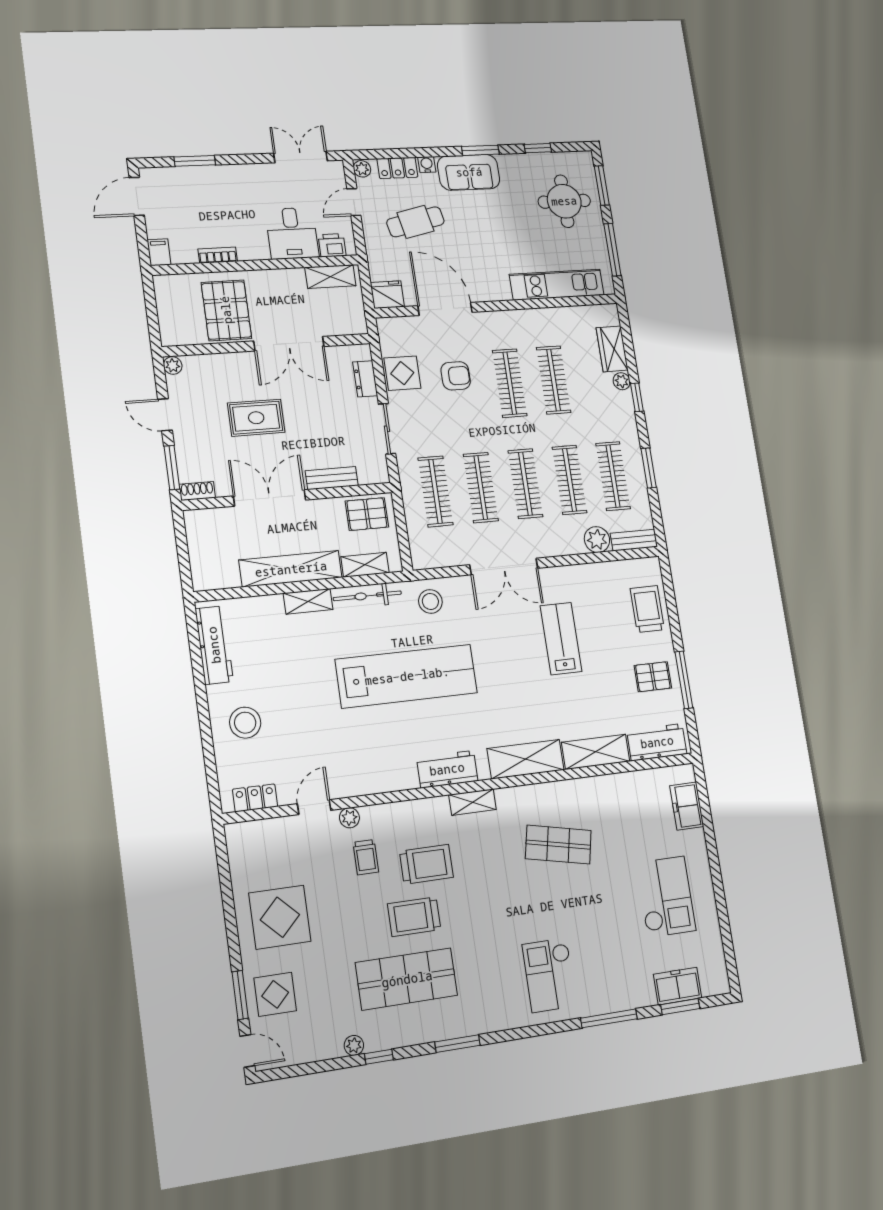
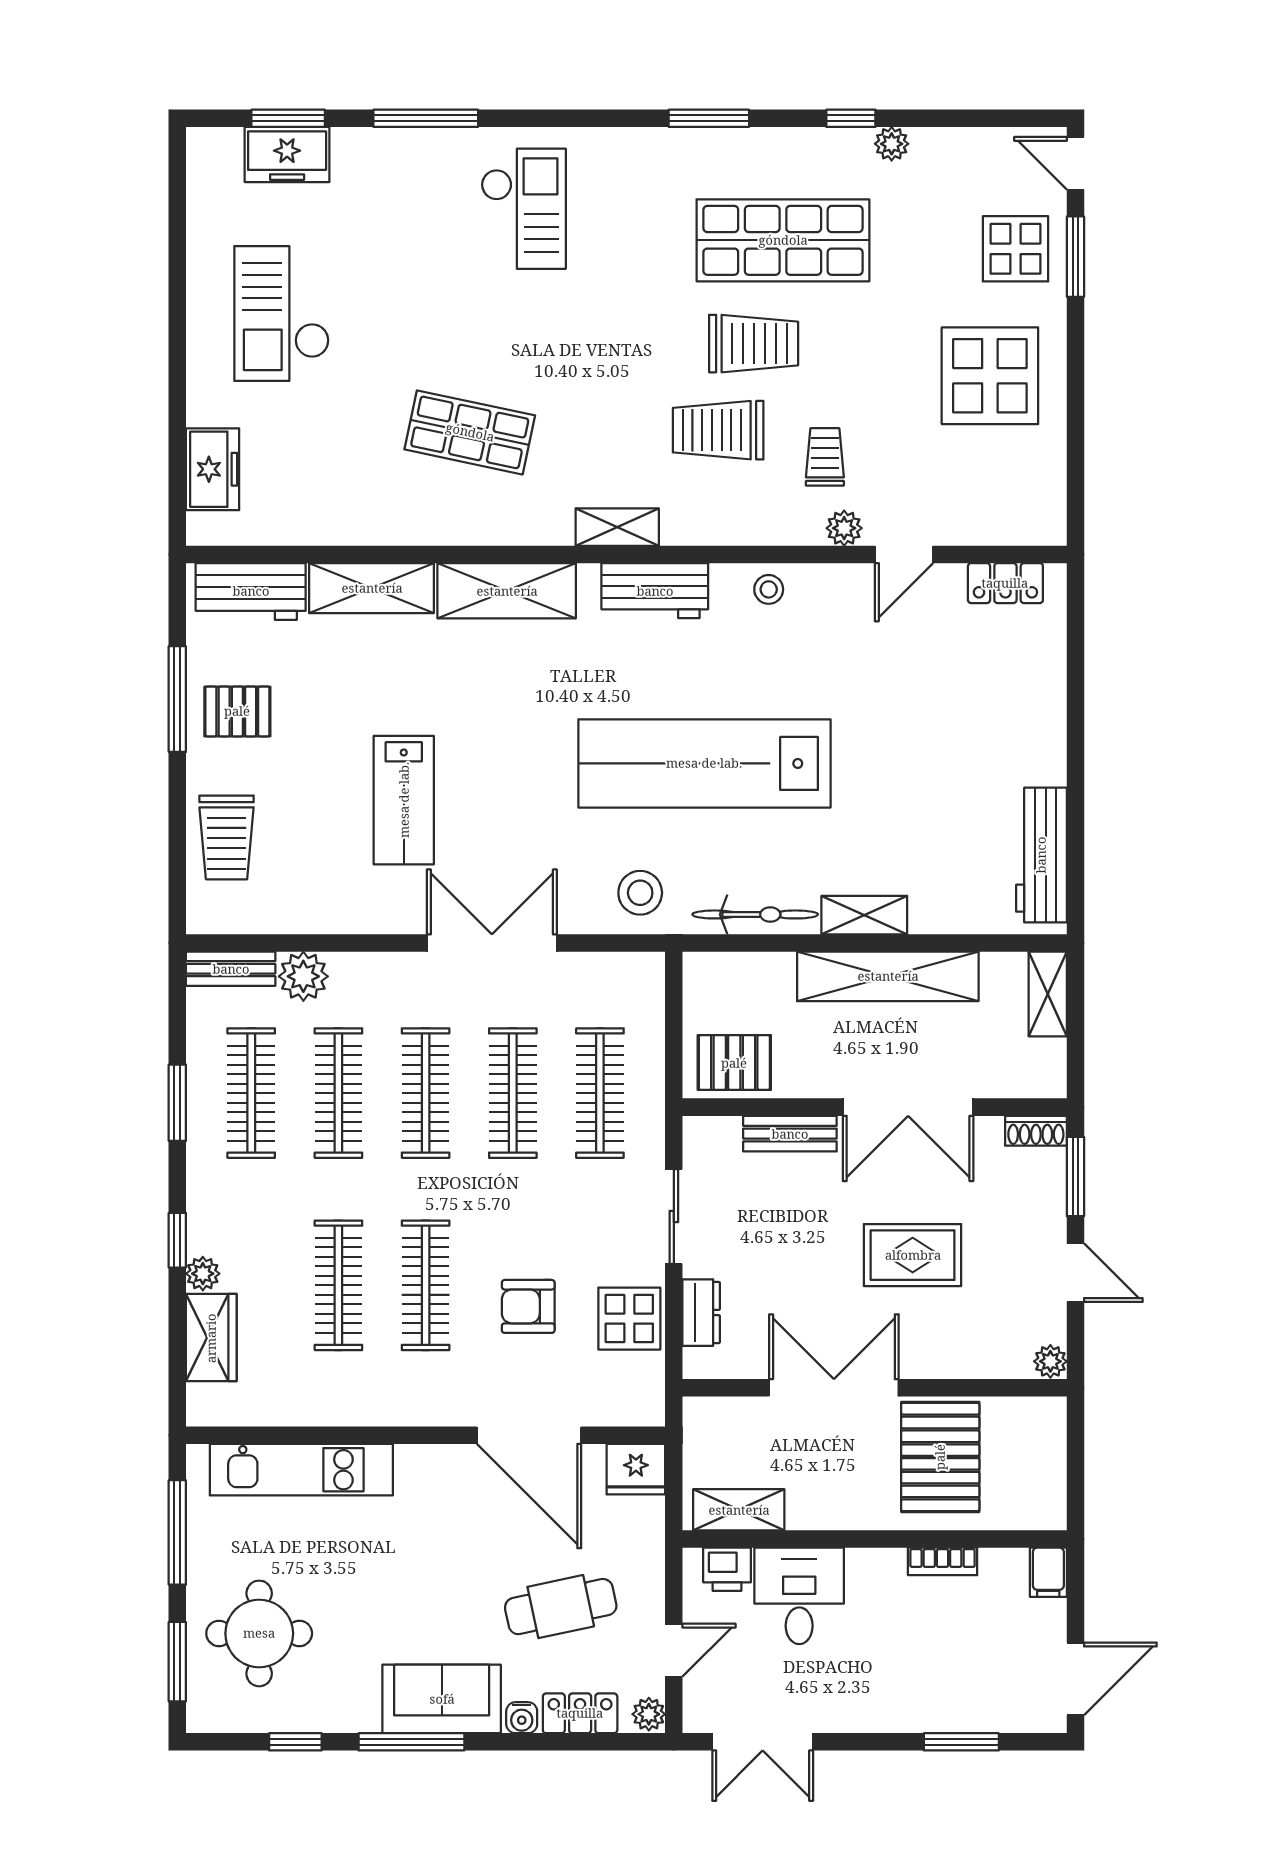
window: (480, 150) -> (411, 1742), width x1.44
shelving: (365, 565) -> (1048, 994), moved, turned 90
stool: (245, 723) -> (769, 589), moved, width x0.53, depth x0.53

